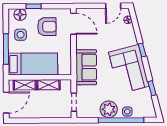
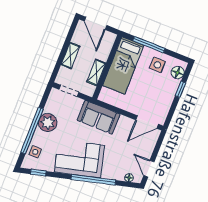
armchair: (47, 27) -> (155, 94), removed
window: (142, 50) -> (93, 180), width x3.17
shelving: (25, 85) -> (70, 56), moved
window: (152, 88) -> (38, 173), moved
side table: (127, 112) -> (35, 152), moved

